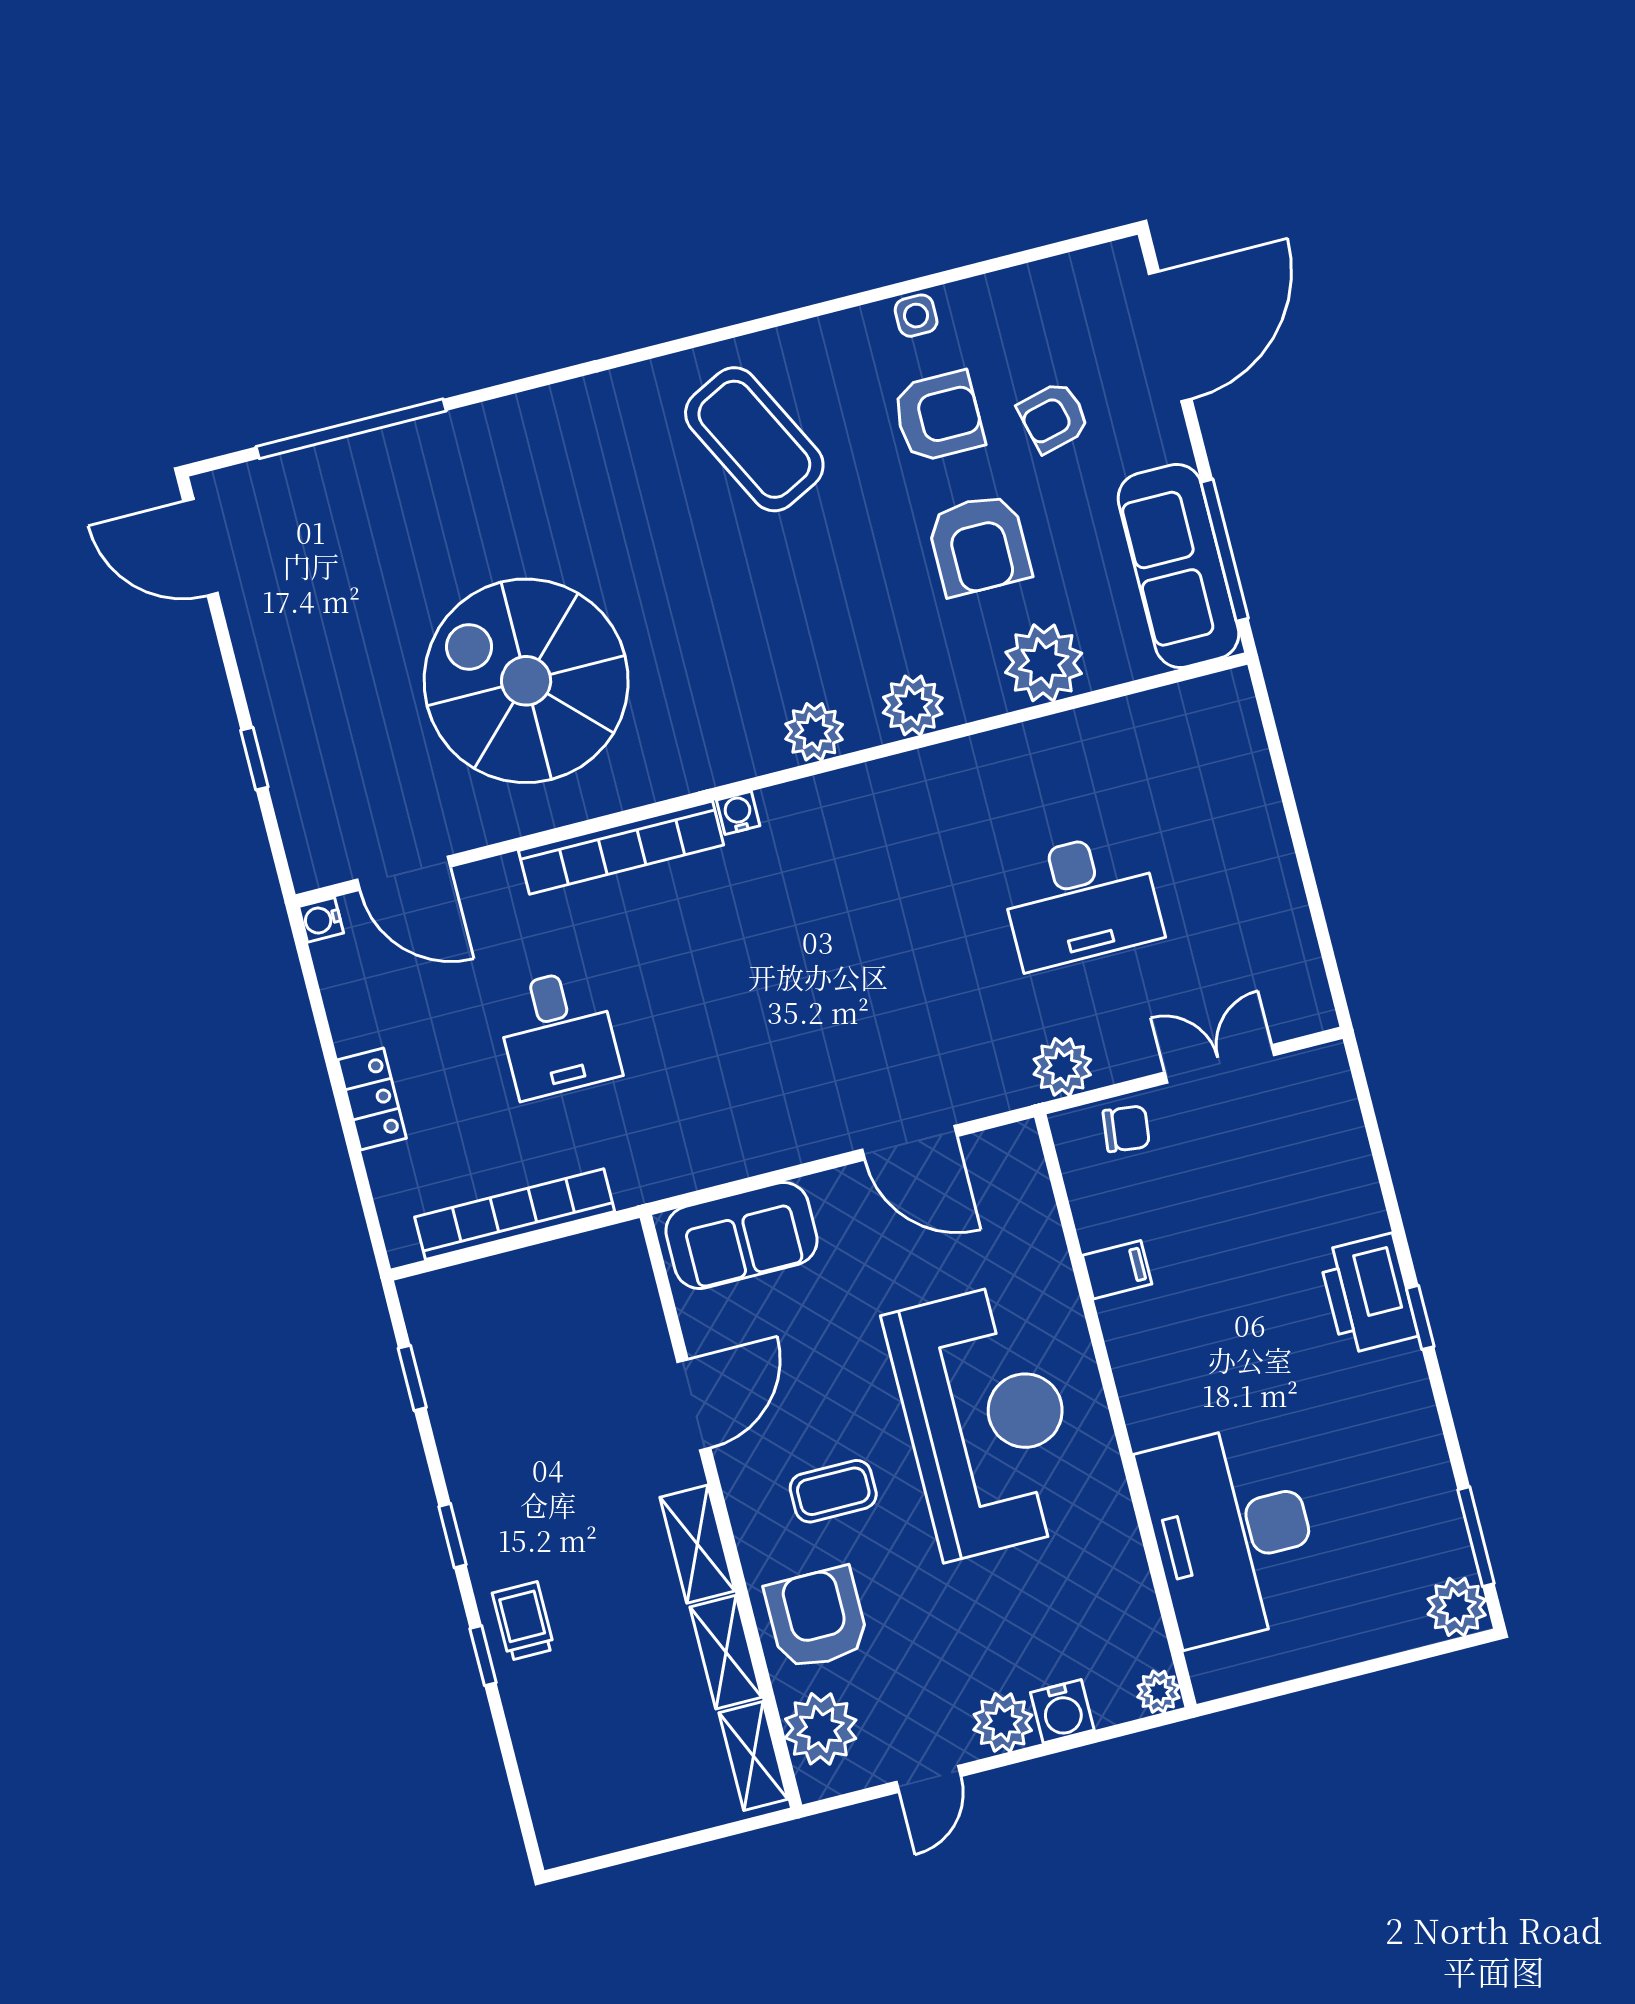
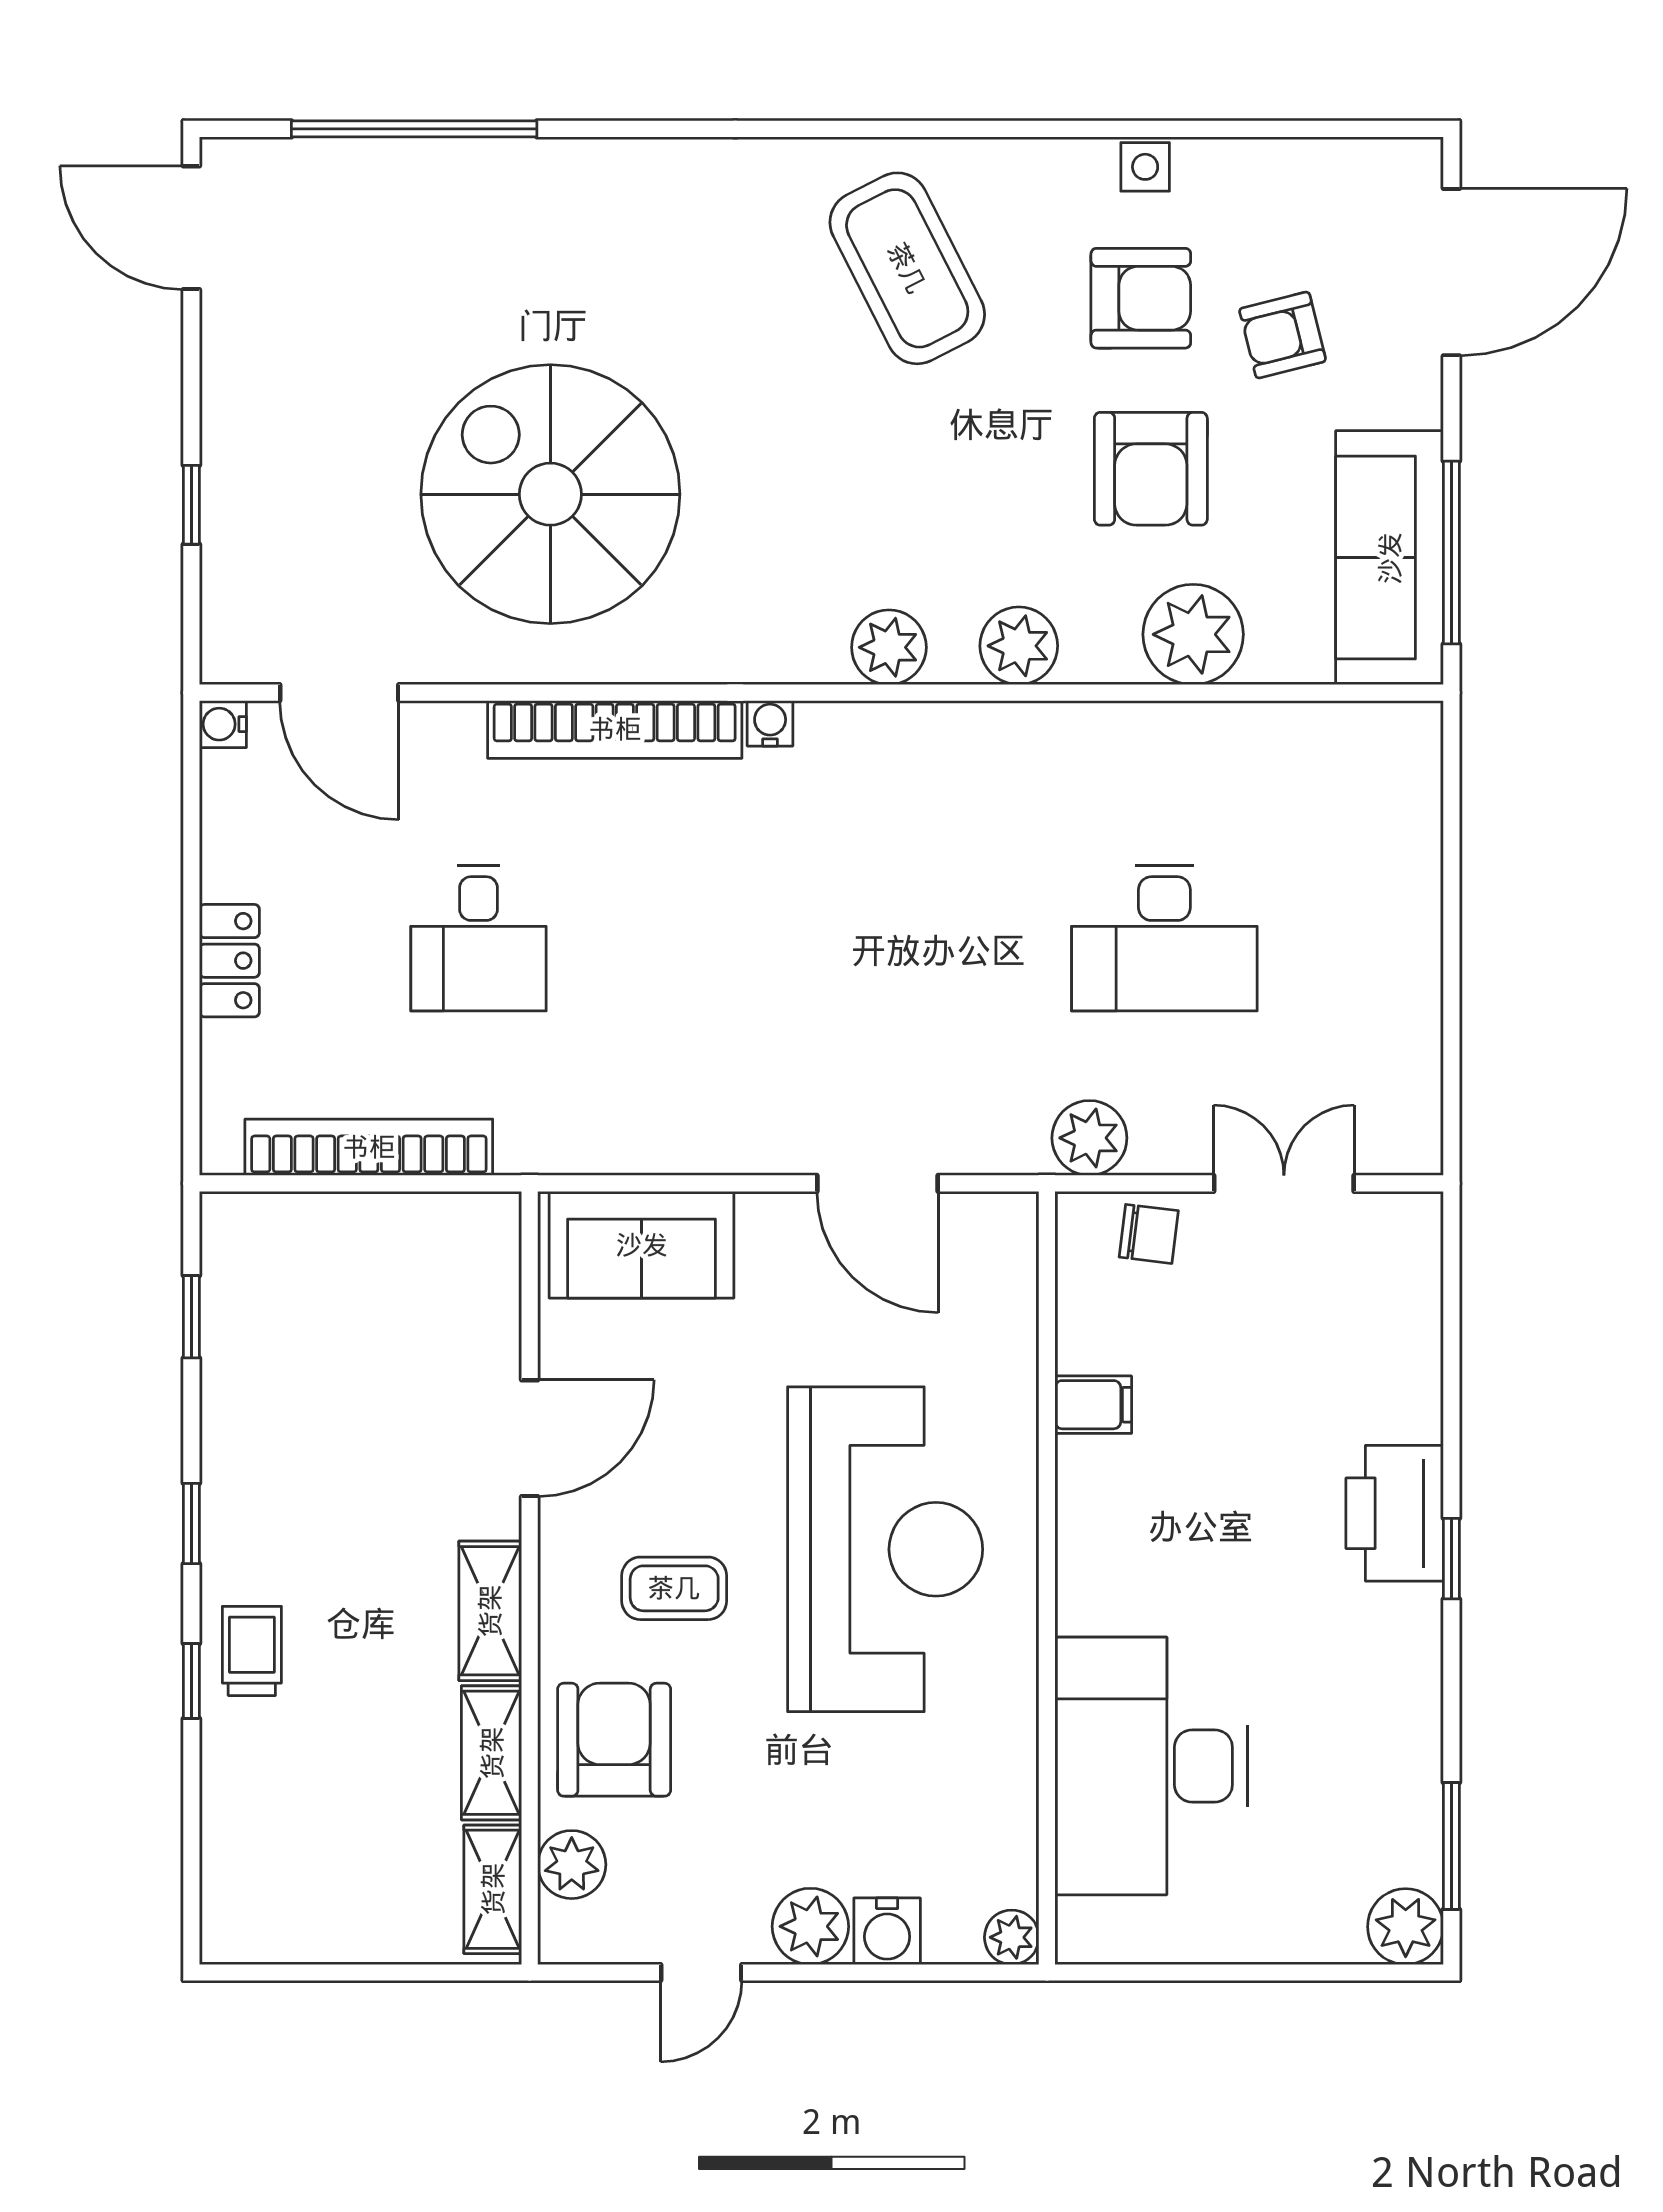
plant: (821, 1729) -> (572, 1865), width x0.73, depth x0.73

